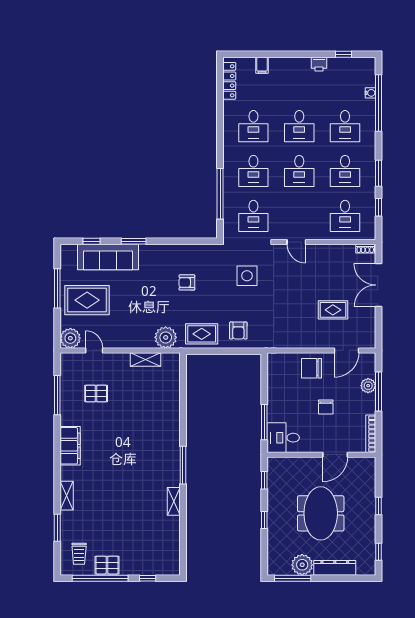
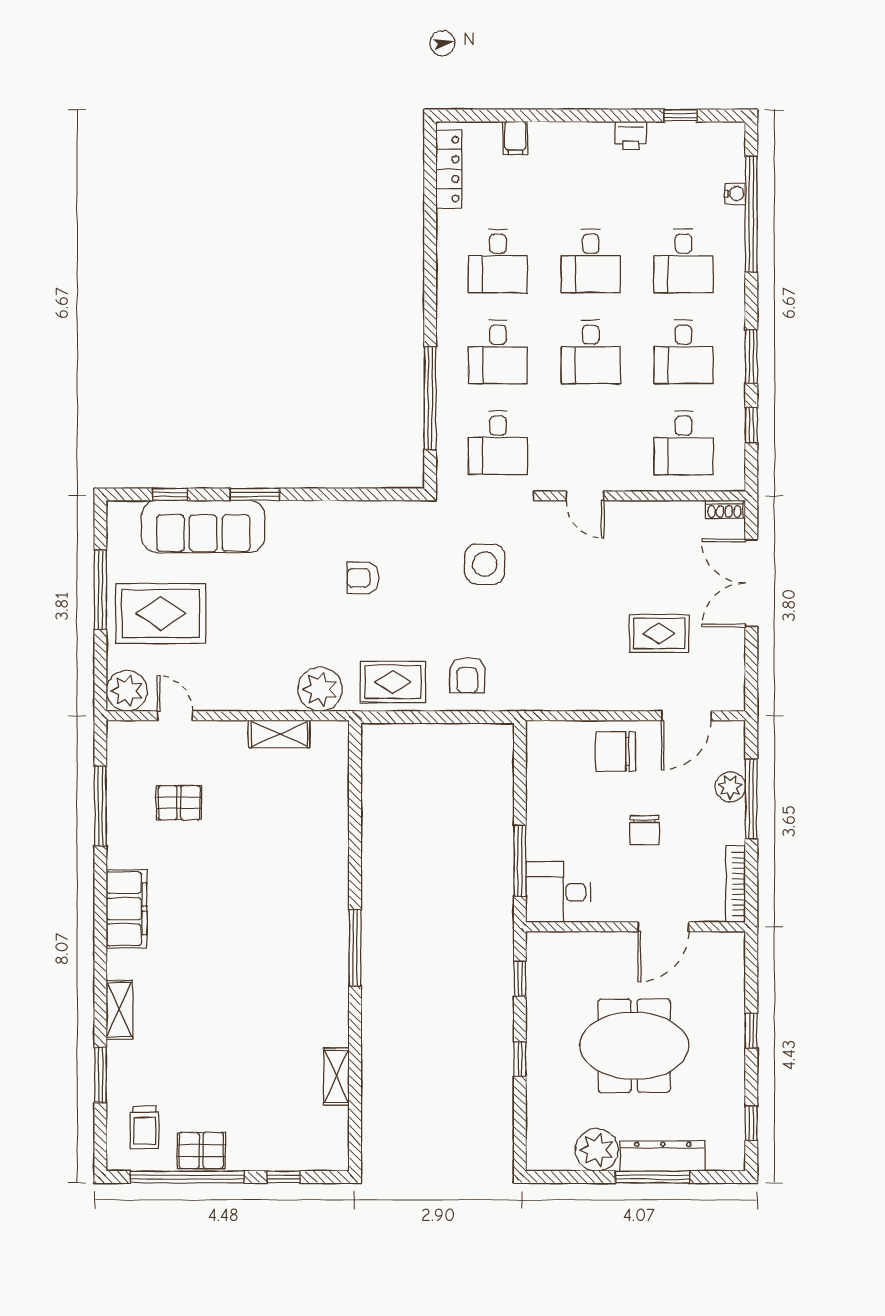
shelving: (174, 501) -> (336, 1076), moved
meeting table: (321, 513) -> (634, 1046), turned 90
window: (293, 578) -> (652, 1177), moved

